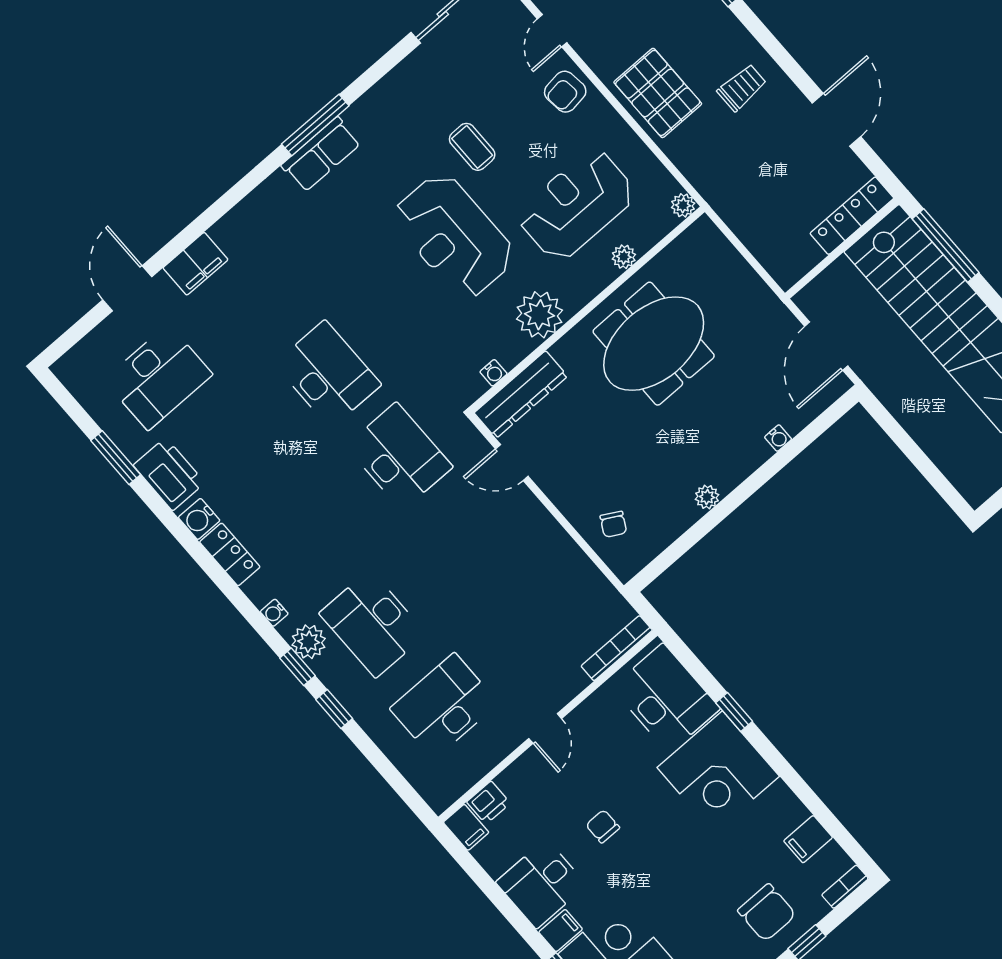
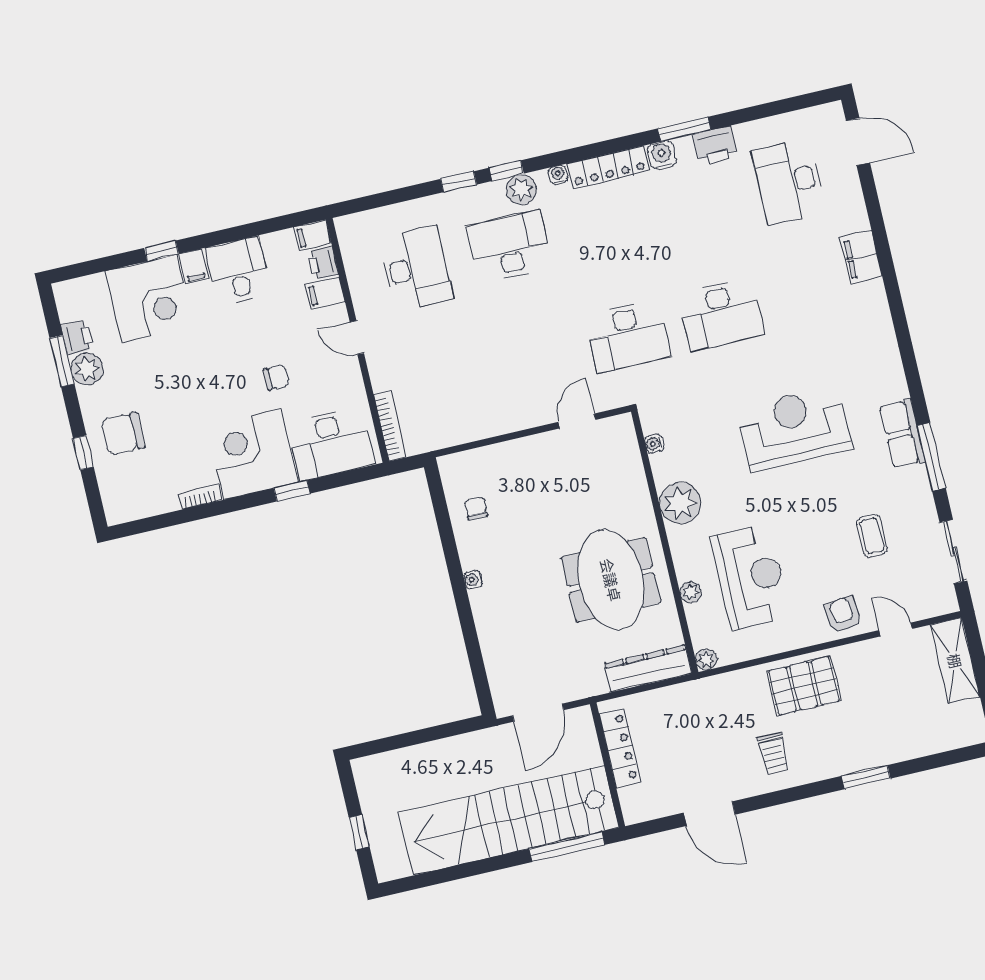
window: (315, 125) -> (931, 457), moved
coffee table: (472, 147) -> (872, 536), moved, turned 90
row of seats: (321, 154) -> (902, 434), moved
locker: (852, 216) -> (620, 748), moved
reception desk: (454, 236) -> (794, 428), moved
door: (127, 288) -> (858, 142), moved
door: (826, 346) -> (538, 713), swing flipped
dresser: (521, 395) -> (648, 668), moved, turned 90
water cooler: (778, 438) -> (473, 580), moved
window: (116, 458) -> (684, 129), moved
printer: (169, 474) -> (715, 146), width x0.73, depth x0.84
plant: (707, 497) -> (470, 558), removed
chair: (613, 524) -> (476, 508), moved, turned 61
locker: (230, 554) -> (608, 167), width x1.53
chair: (603, 826) -> (276, 377), moved
filing cabinet: (808, 839) -> (325, 293), moved, turned -90
bookcase: (845, 887) -> (200, 497), moved, turned -90

